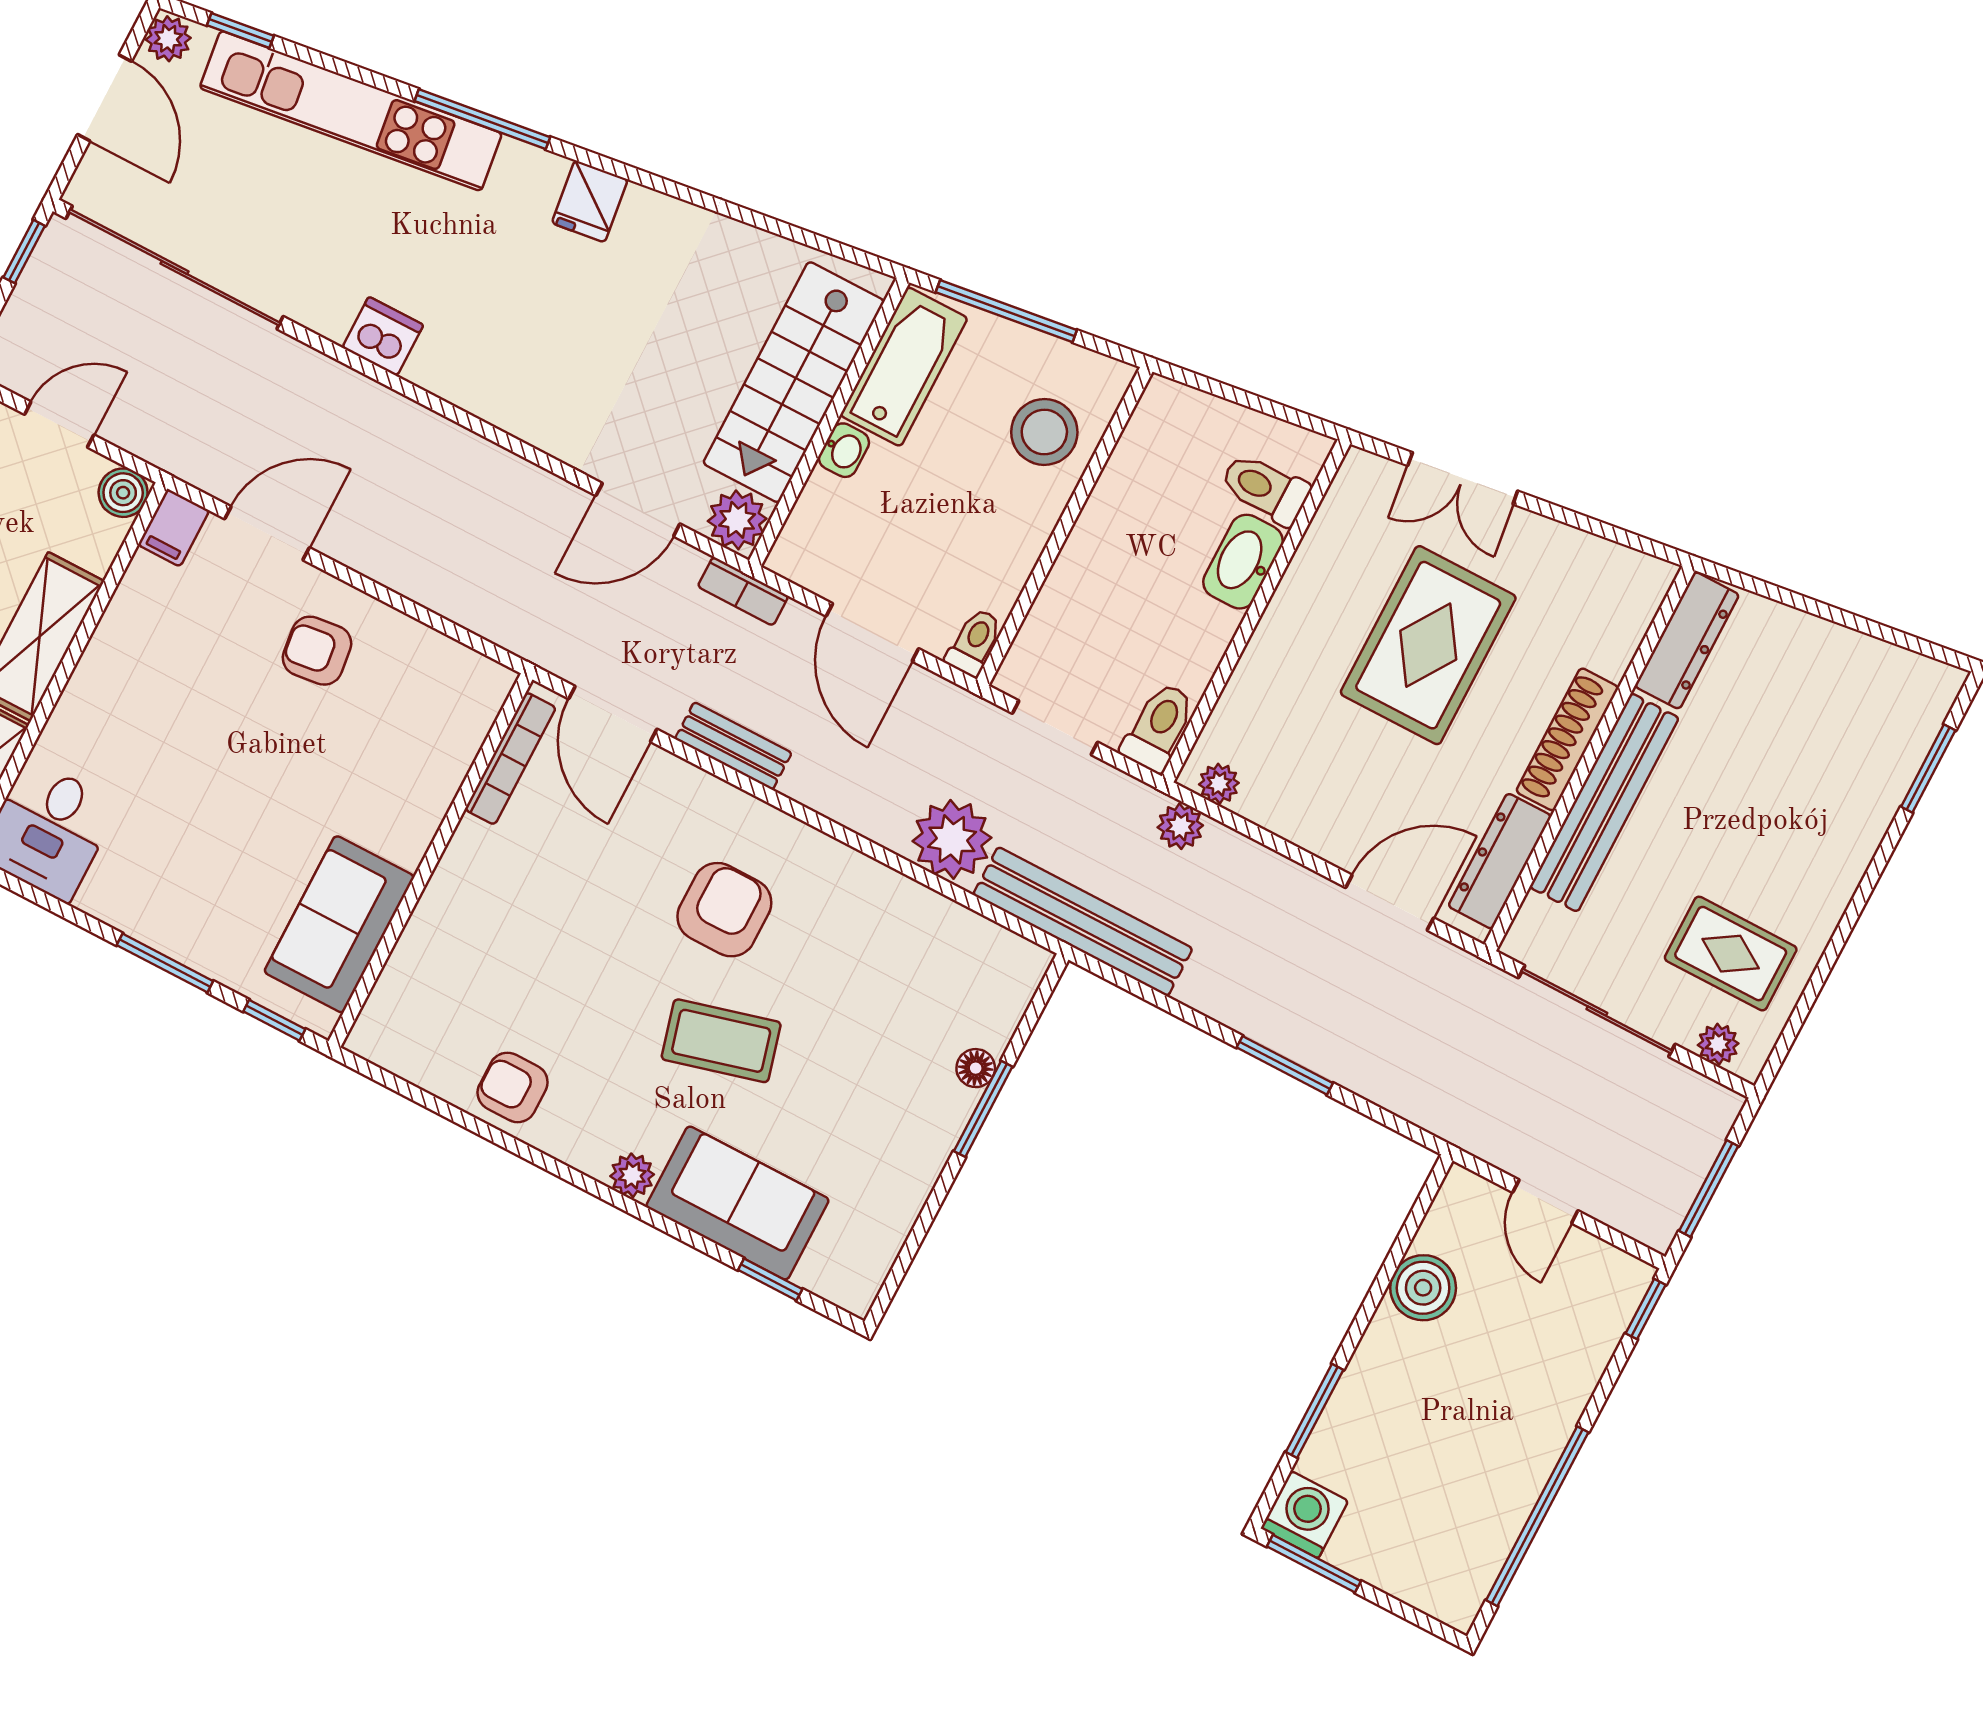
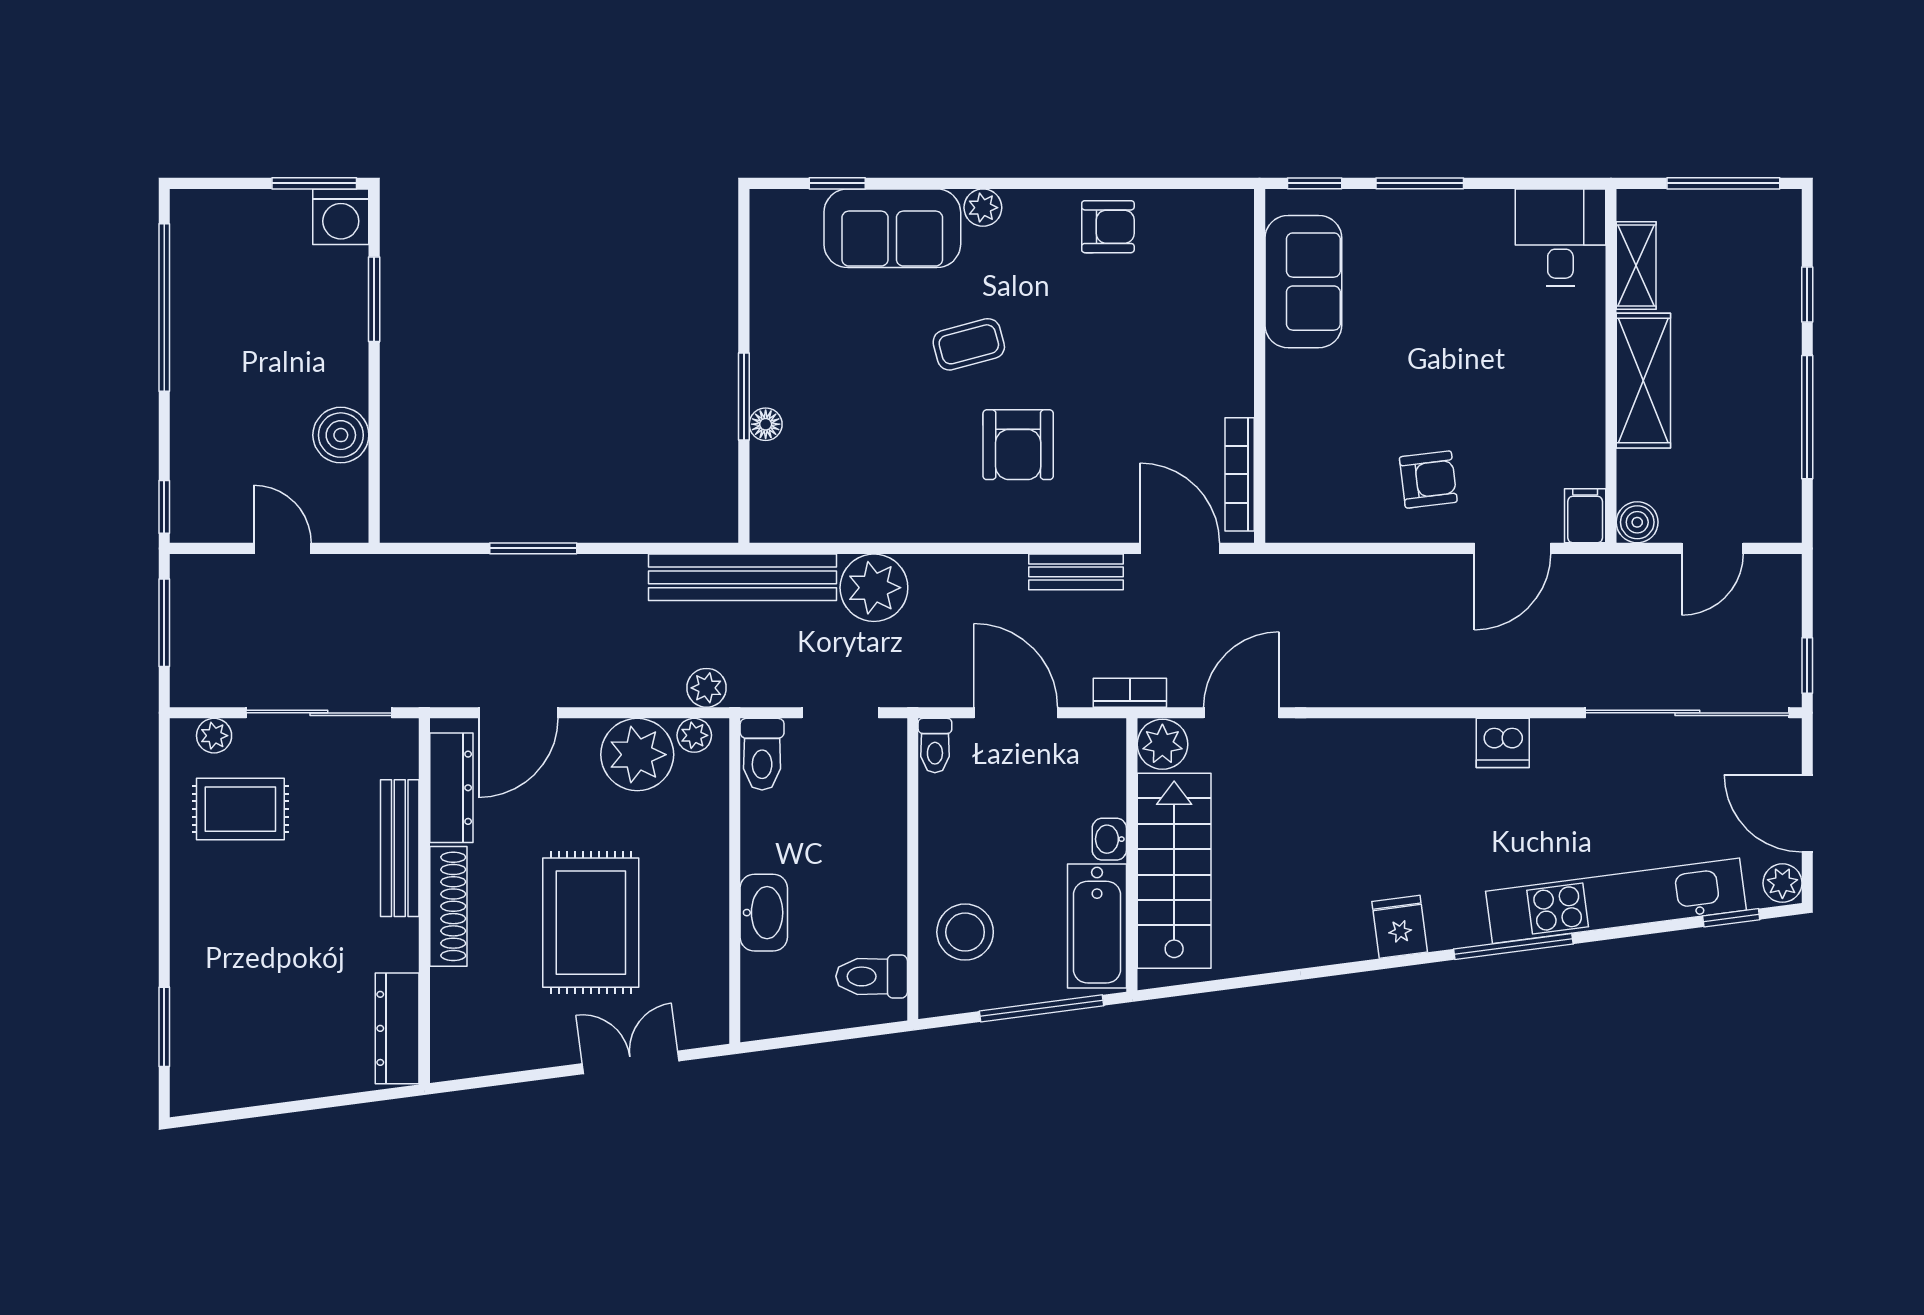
toilet: (1265, 489) -> (872, 976), moved, turned 180
plant: (1289, 795) -> (637, 755), added
bench: (1604, 803) -> (400, 848), width x0.73, depth x0.82
coffee table: (721, 1041) -> (969, 344), width x0.73, depth x0.77

